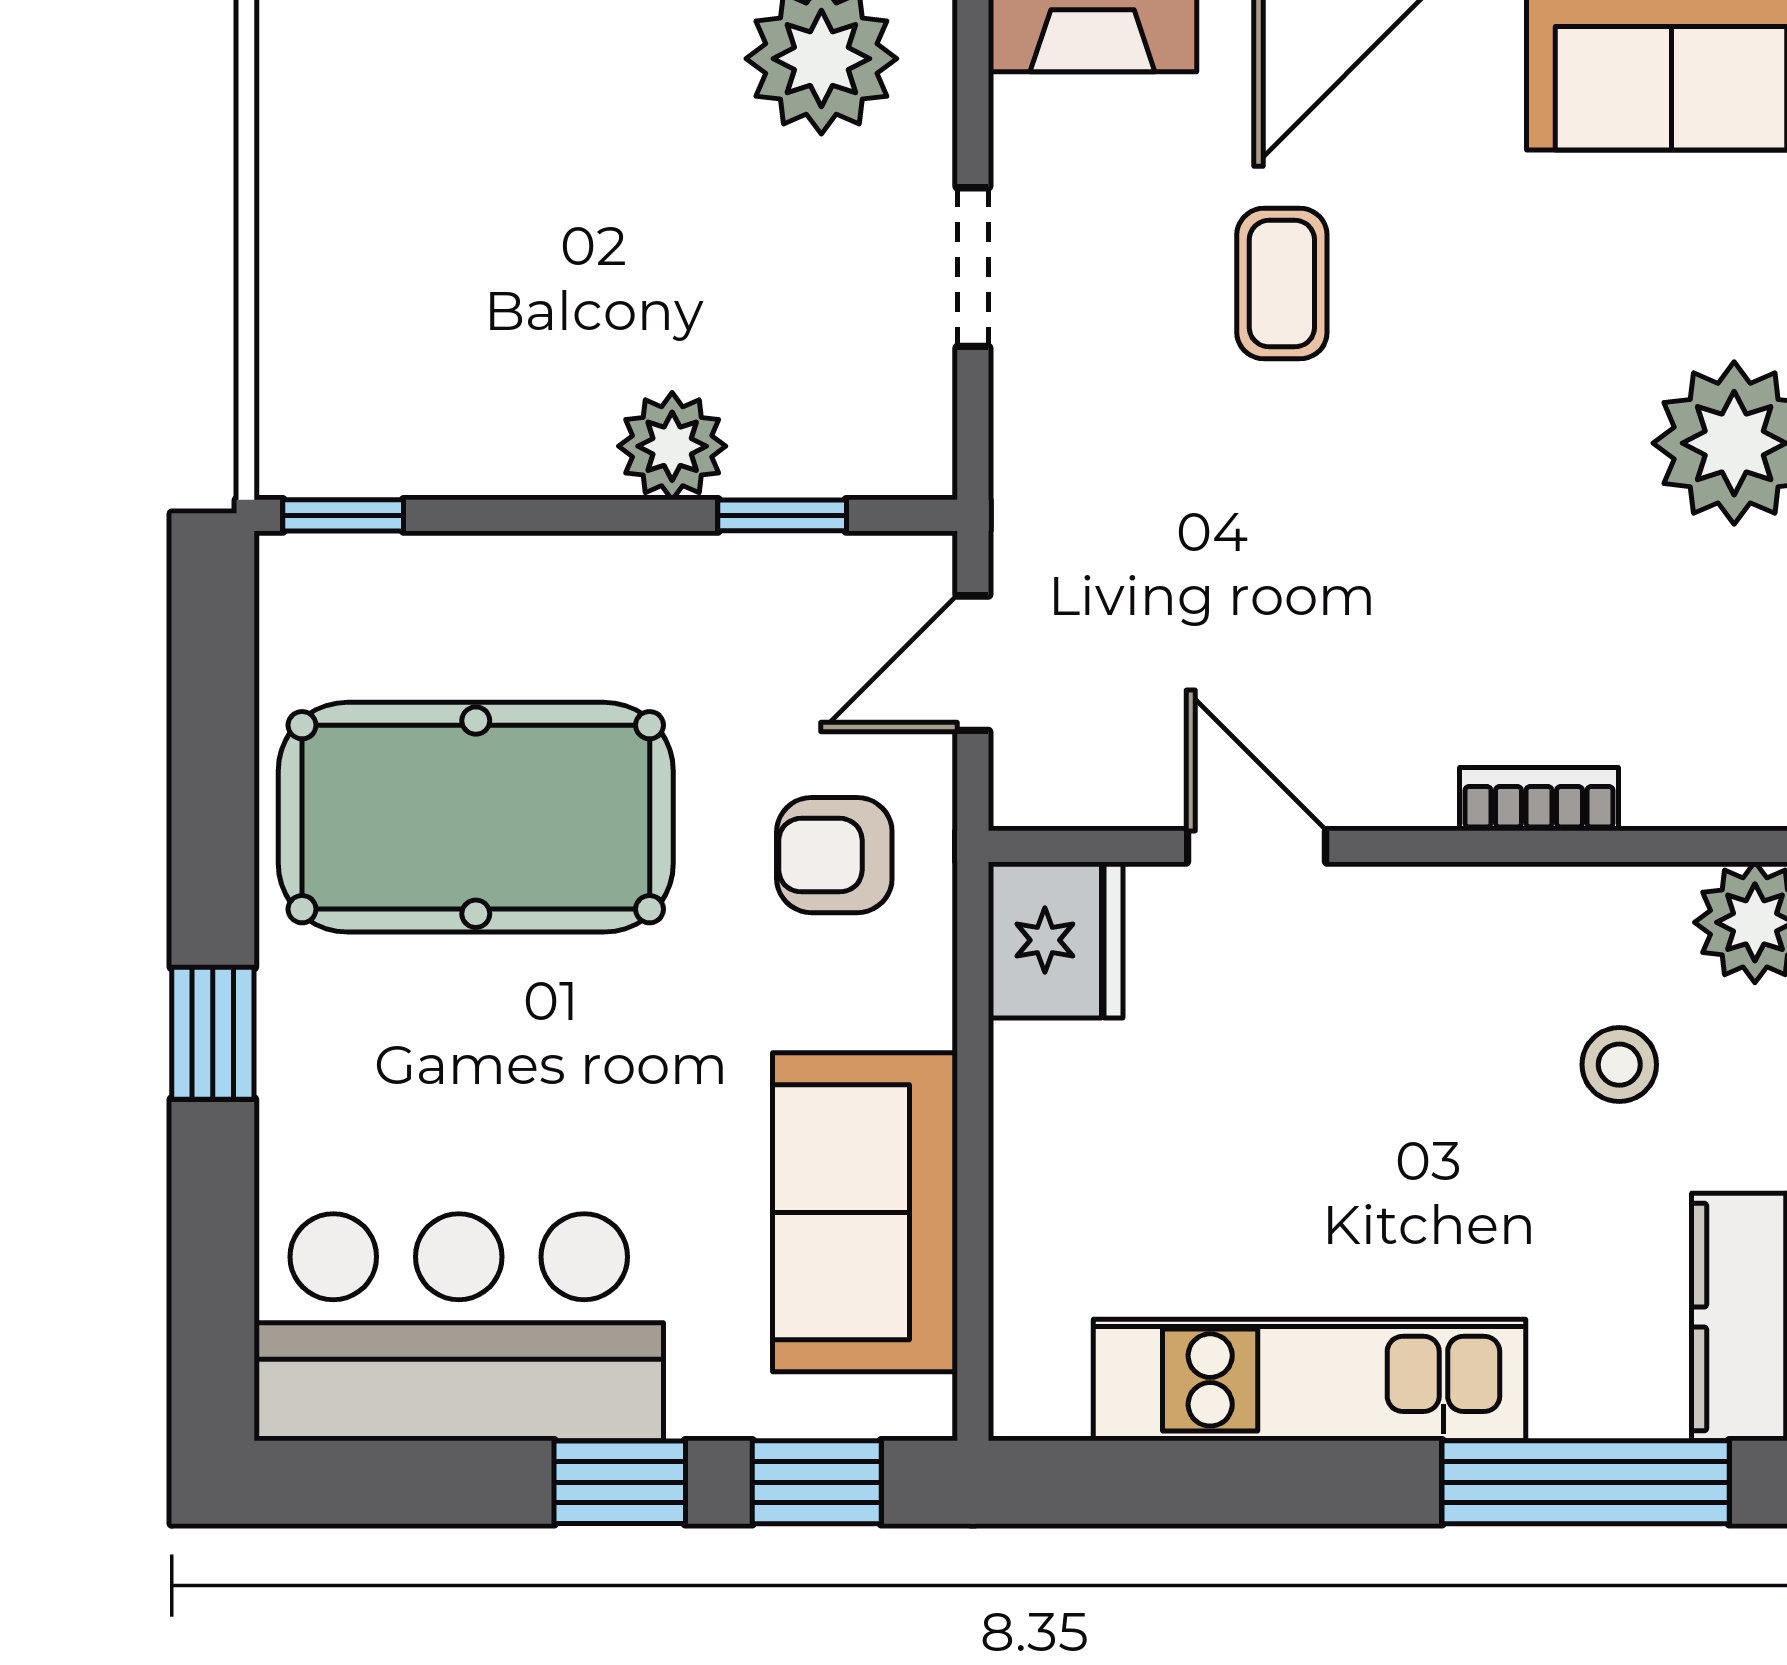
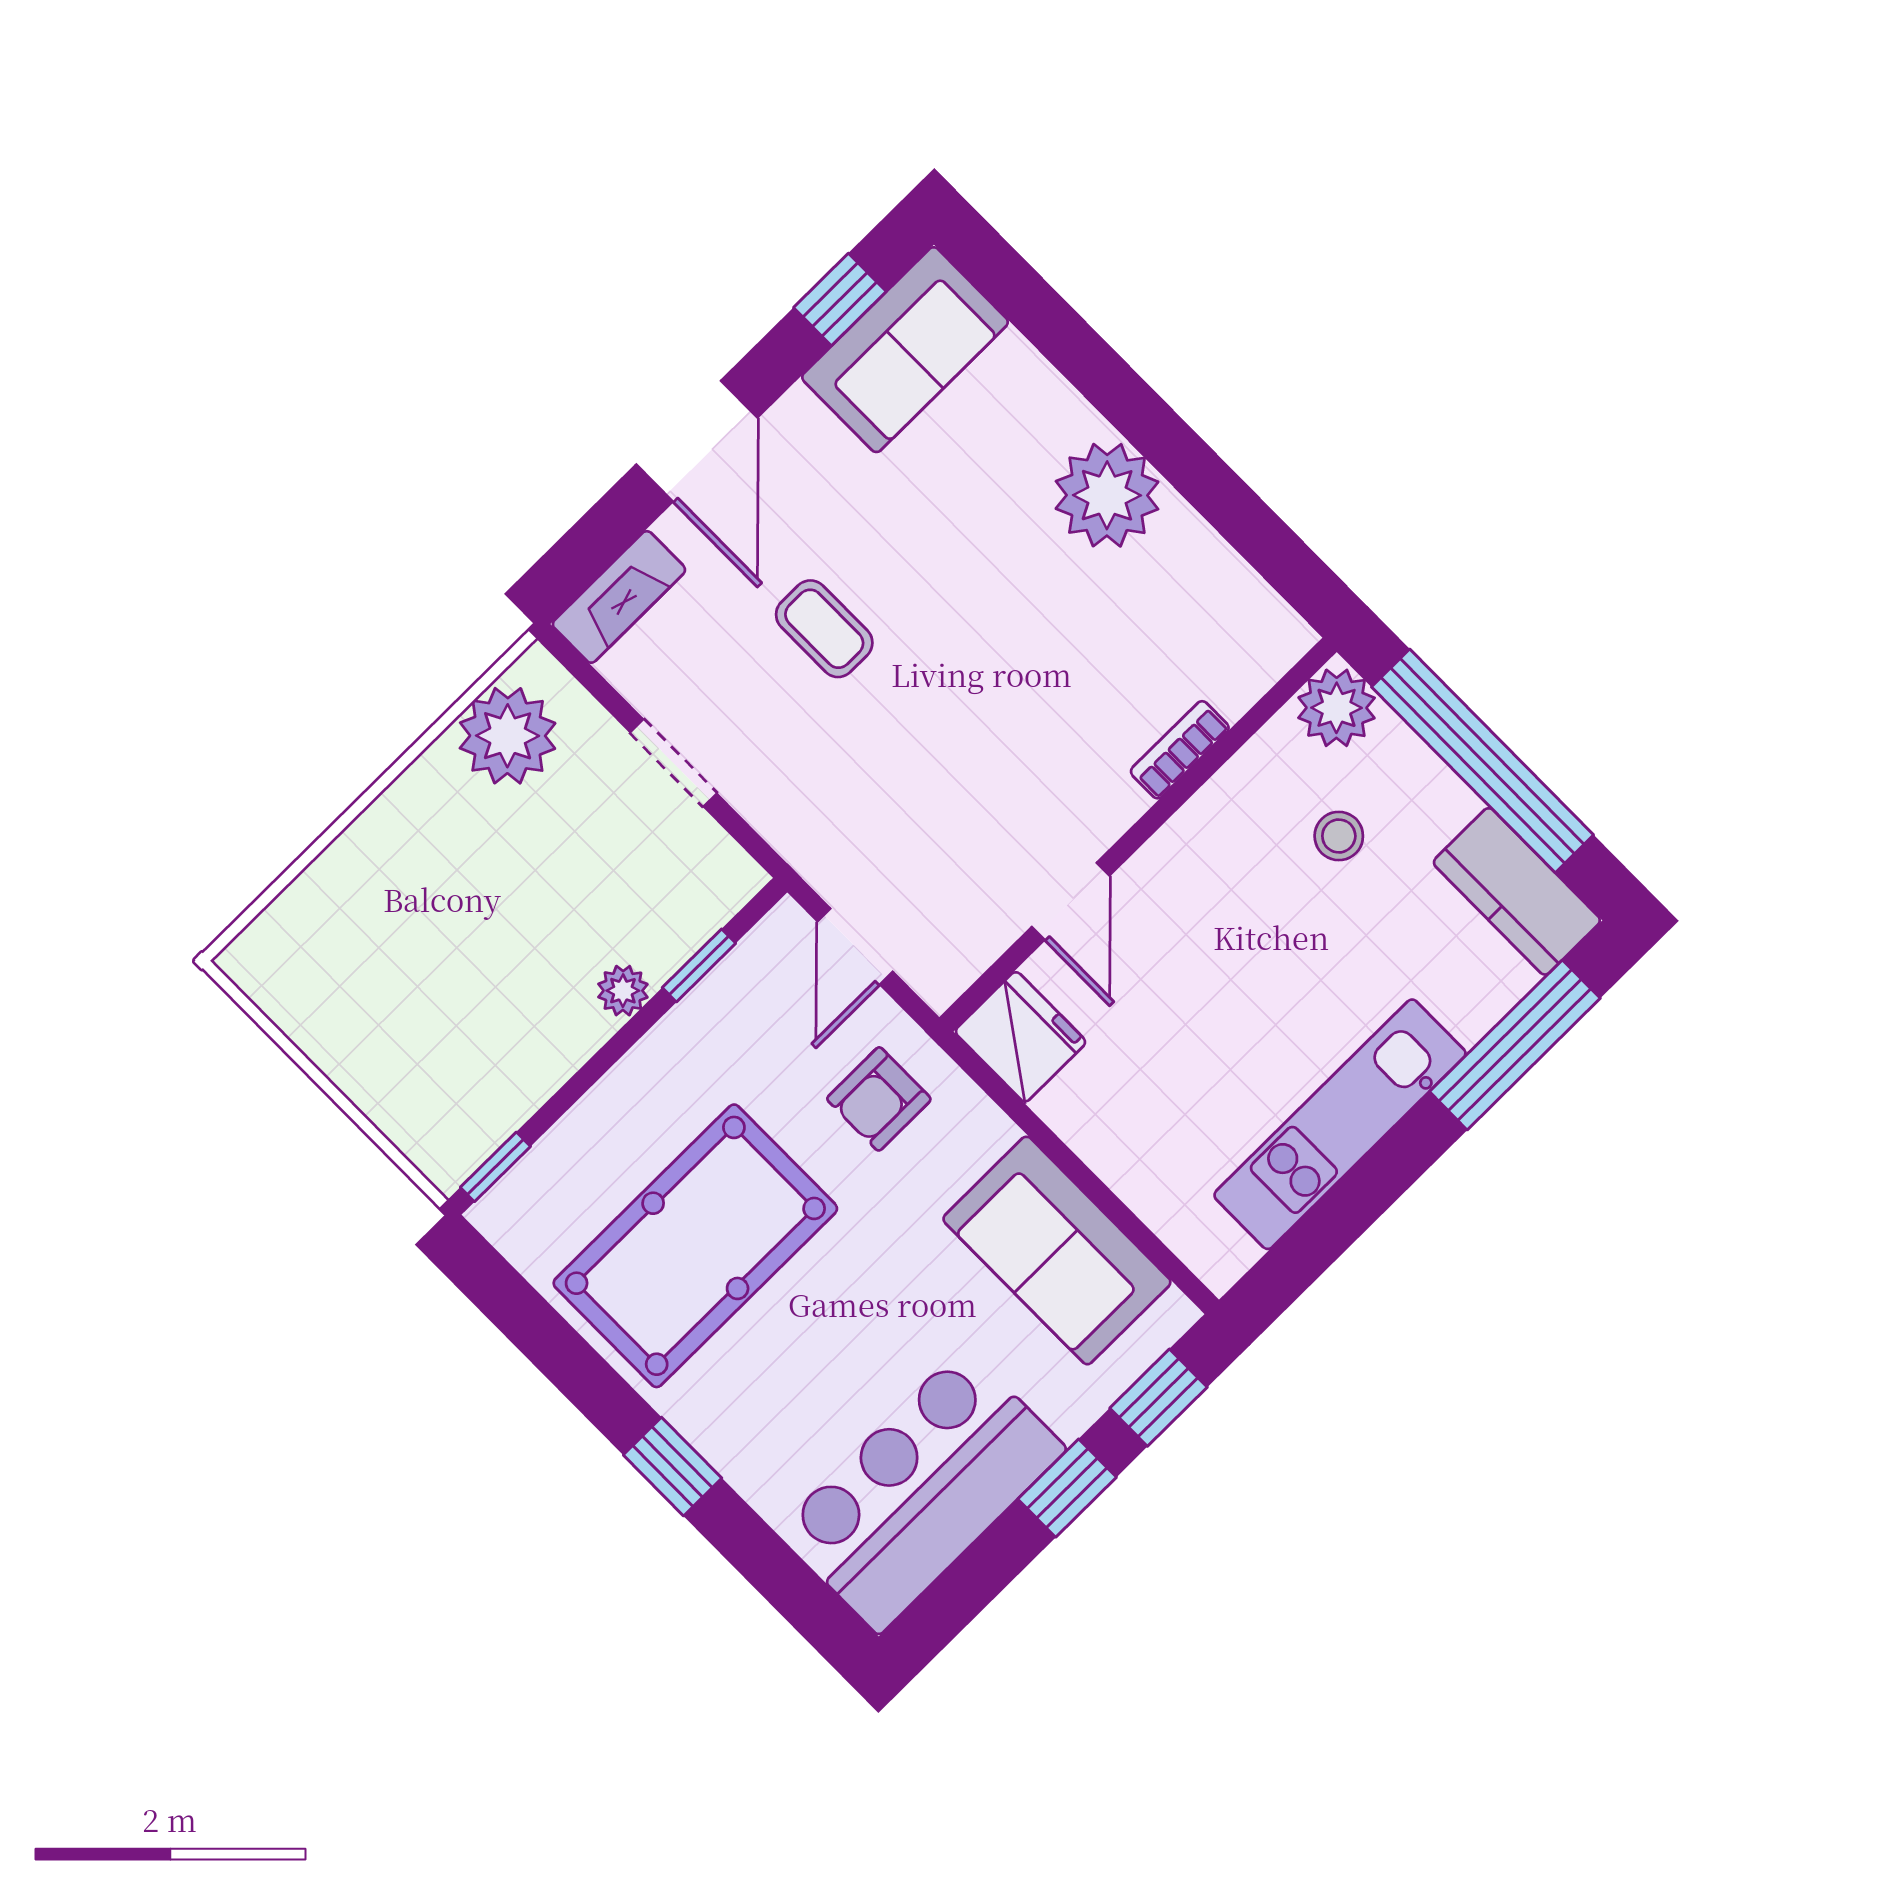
plant: (672, 446) -> (623, 991), width x0.73, depth x0.73
door: (1256, 846) -> (1071, 901), swing flipped

